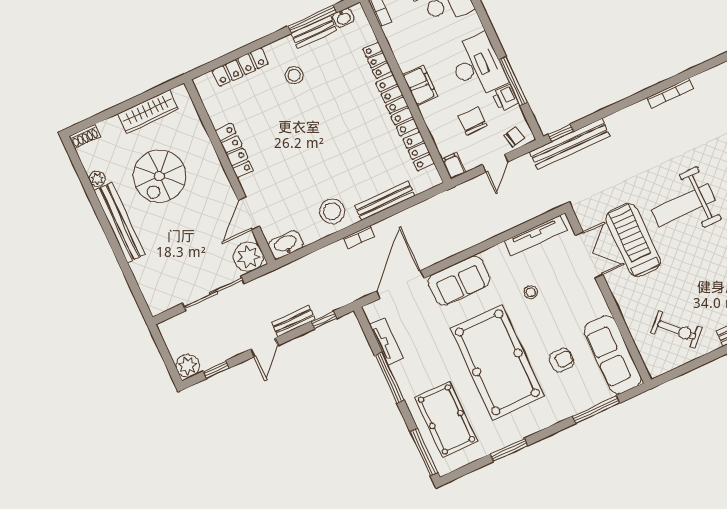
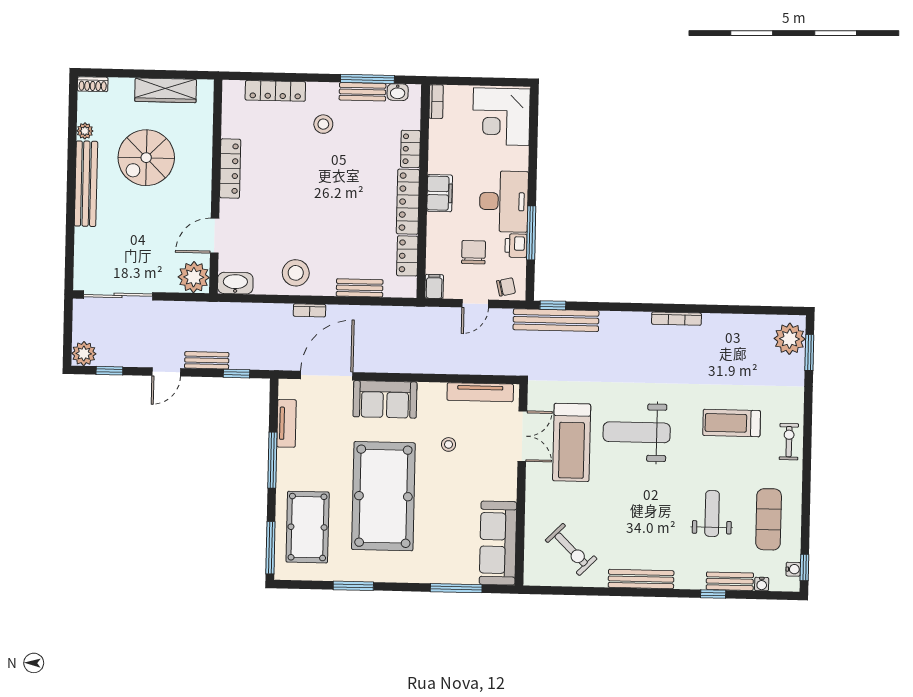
bench: (385, 201) -> (360, 288), width x0.73
treadmill: (633, 240) -> (572, 442), turned 180
sliding door: (213, 293) -> (118, 295), moved
armchair: (562, 360) -> (446, 524), removed

